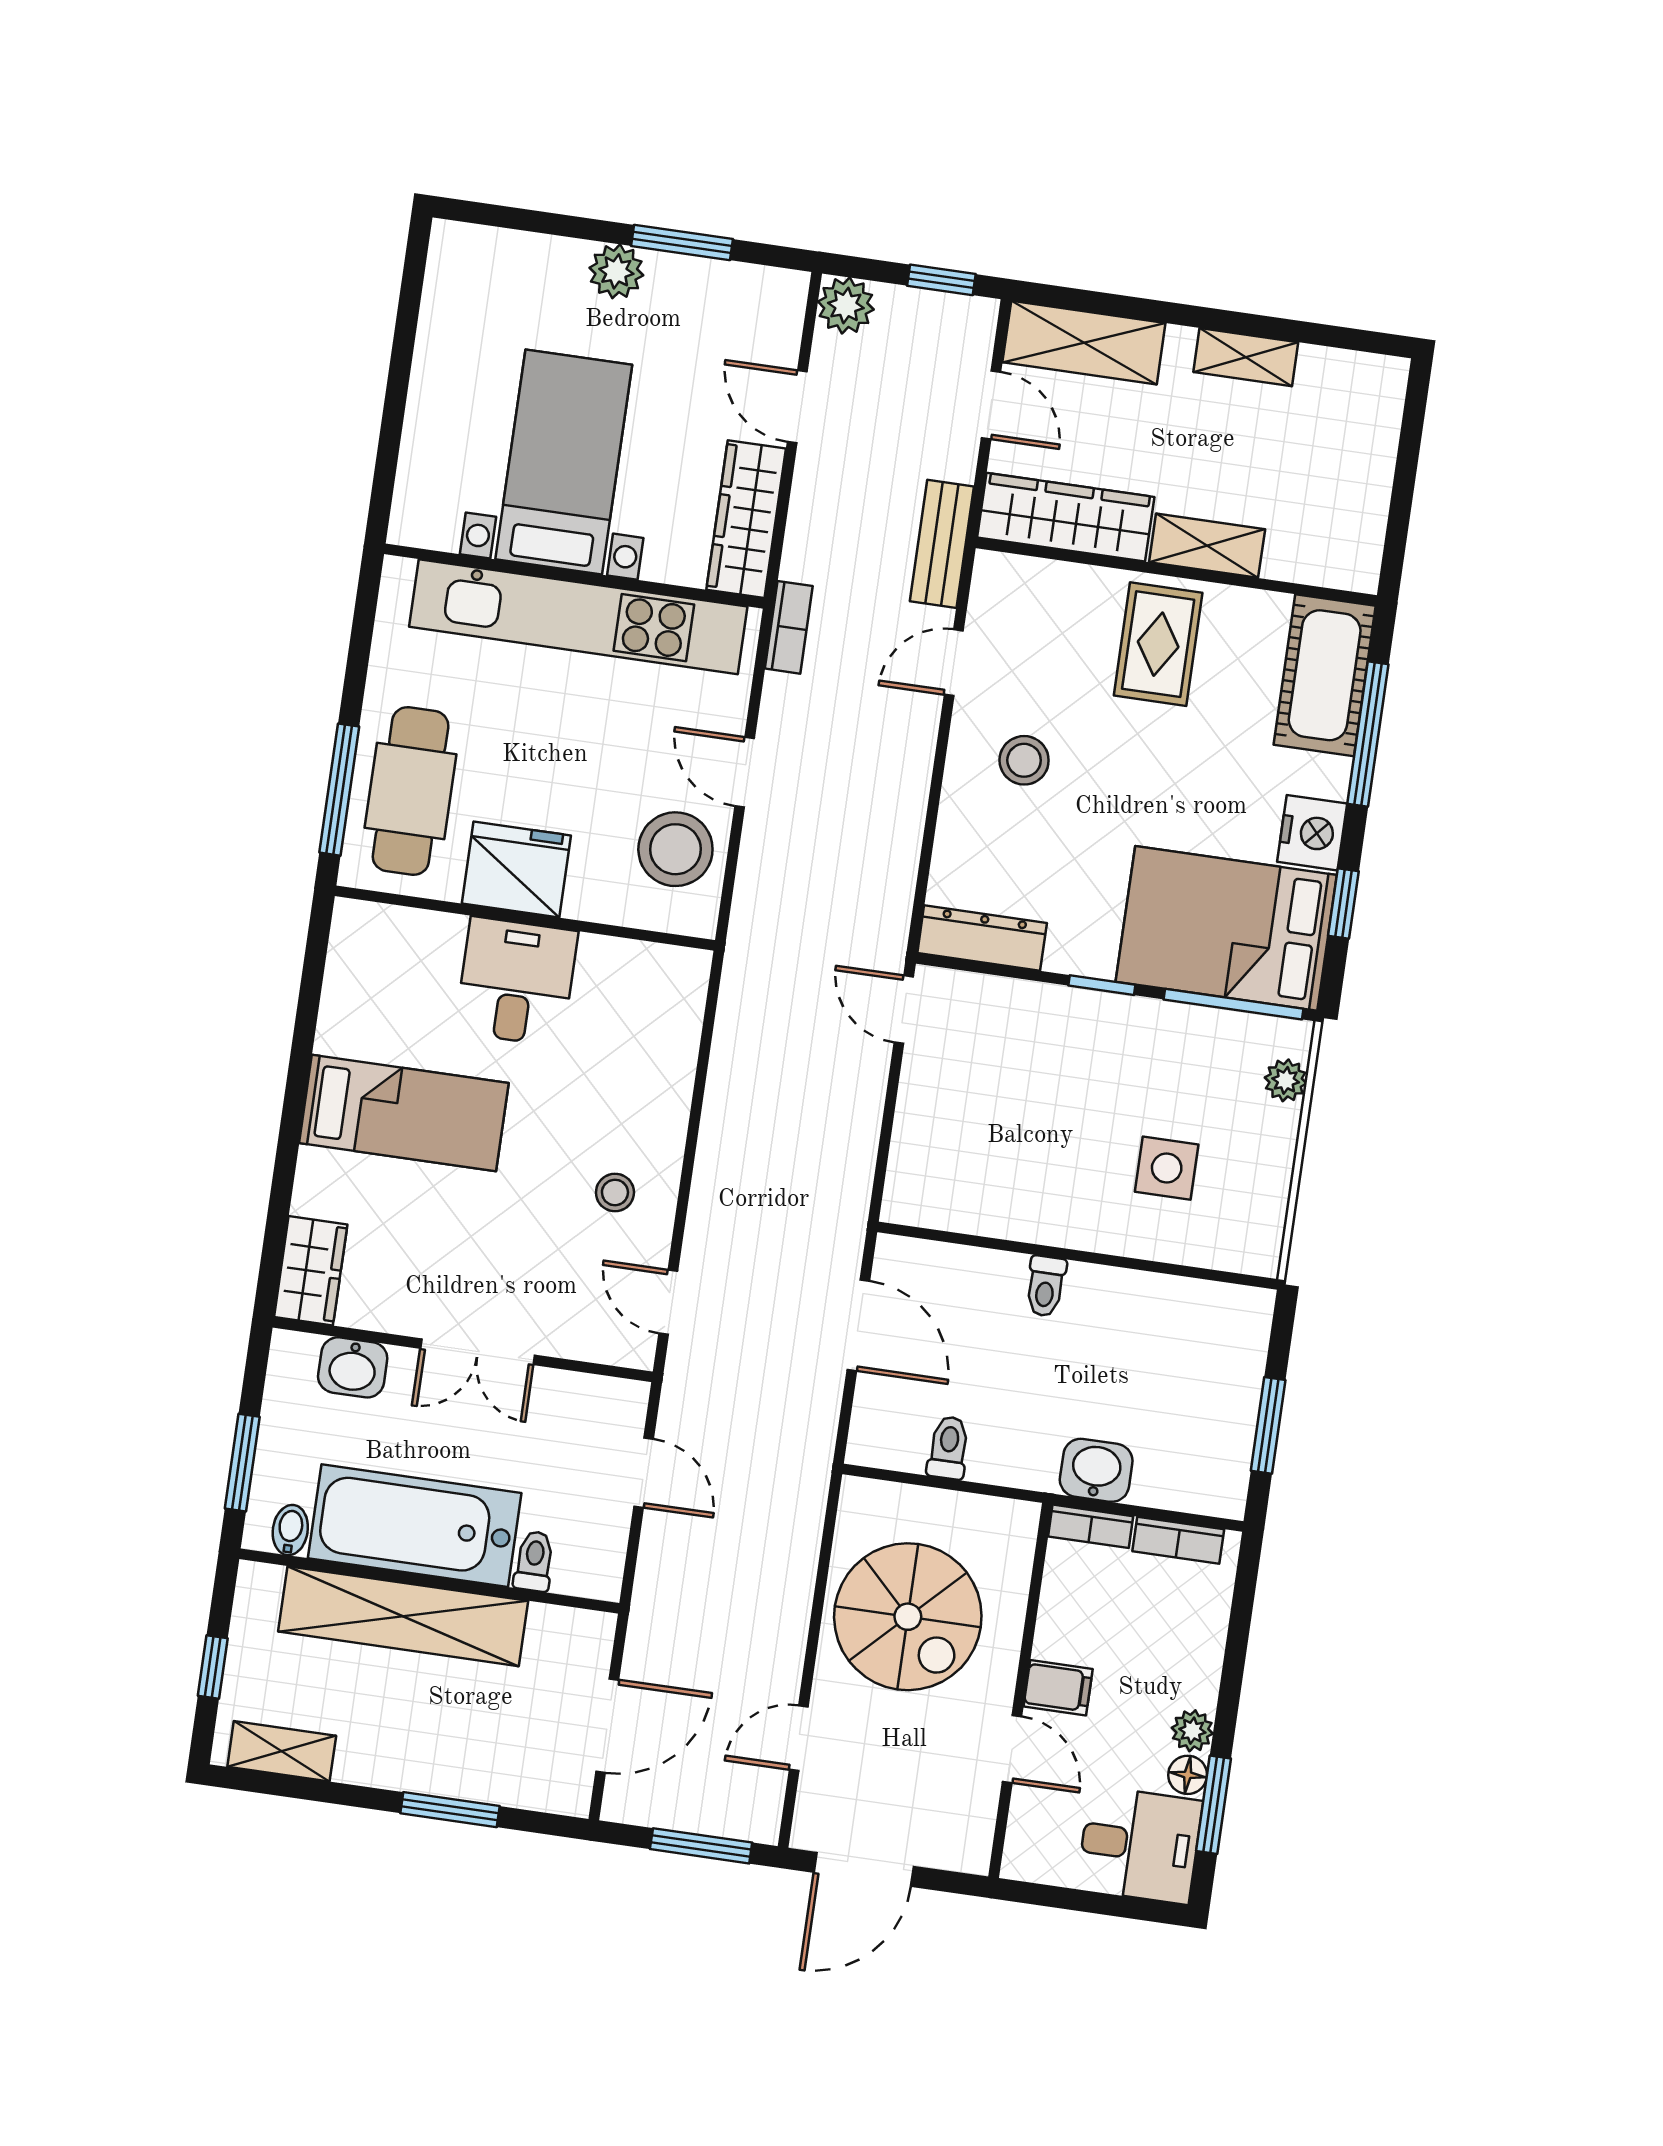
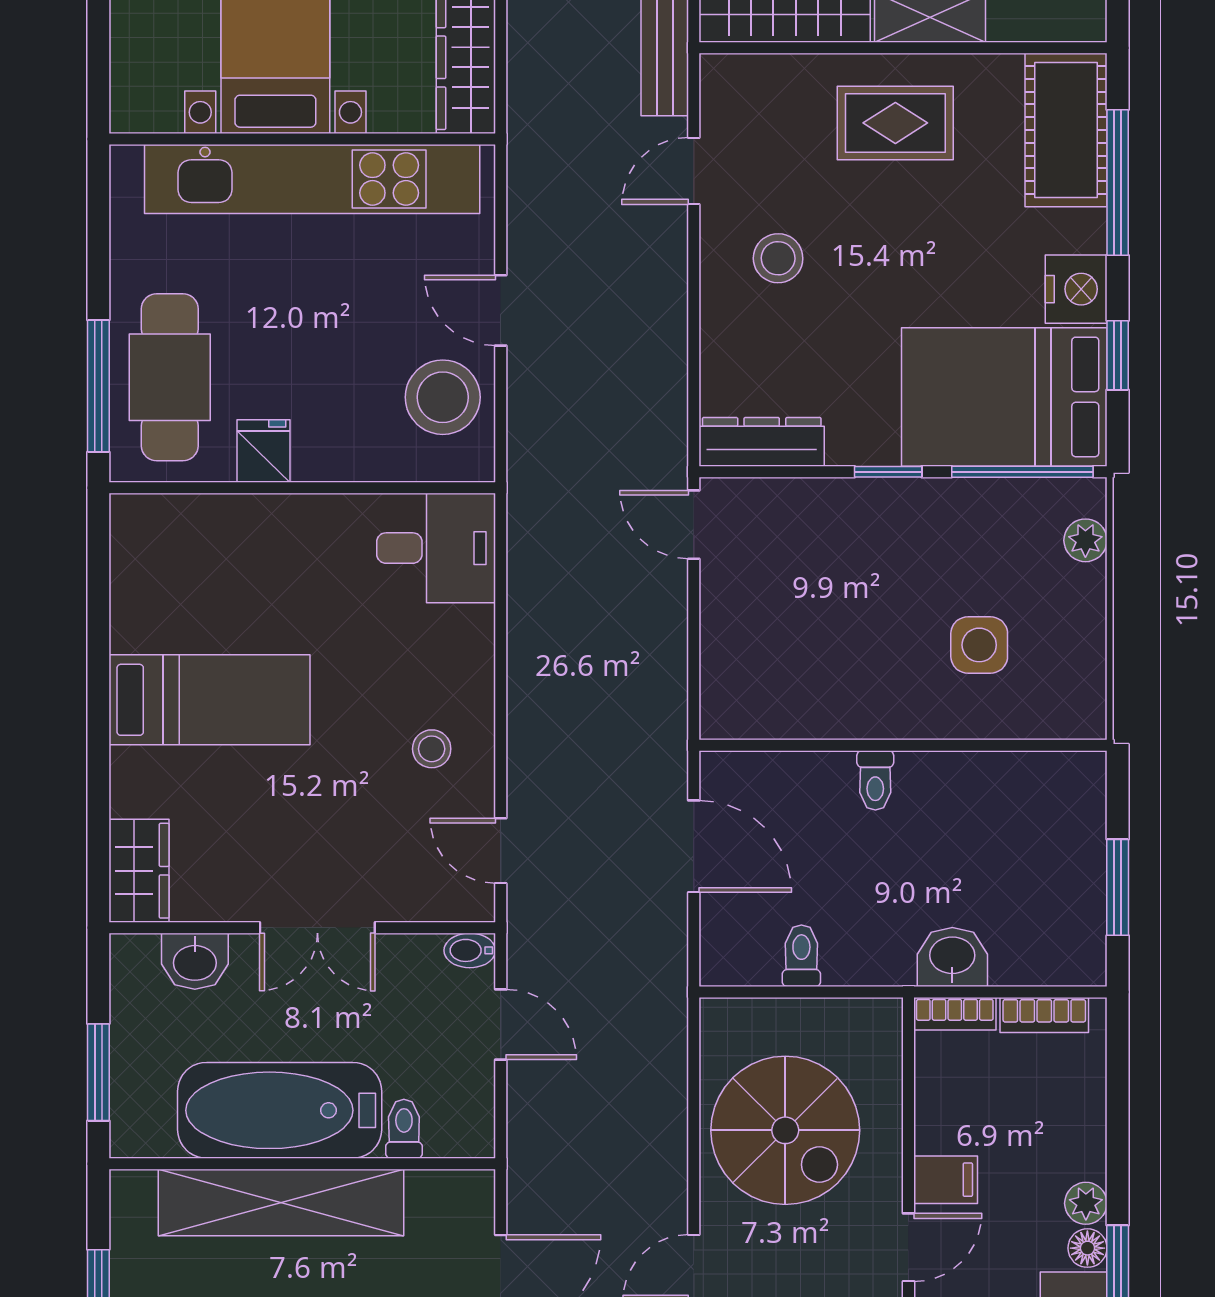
bookcase: (789, 627) -> (524, 159), removed
rug: (1158, 644) -> (895, 123), turned 90
fridge: (516, 870) -> (263, 451), width x0.53, depth x0.75
desk: (516, 982) -> (436, 548), moved, turned 90
bidet: (290, 1530) -> (470, 950), moved, turned -90
door: (1012, 1749) -> (908, 1247), hinge flipped

